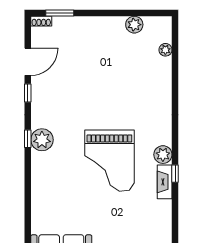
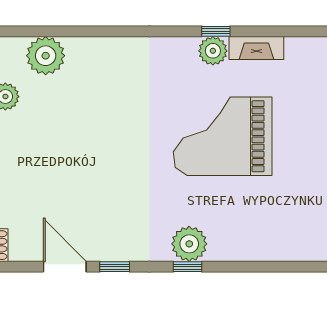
plant: (165, 50) -> (46, 56), width x1.87, depth x1.87
grand piano: (109, 161) -> (223, 136), turned 180
window: (175, 174) -> (216, 31), moved

